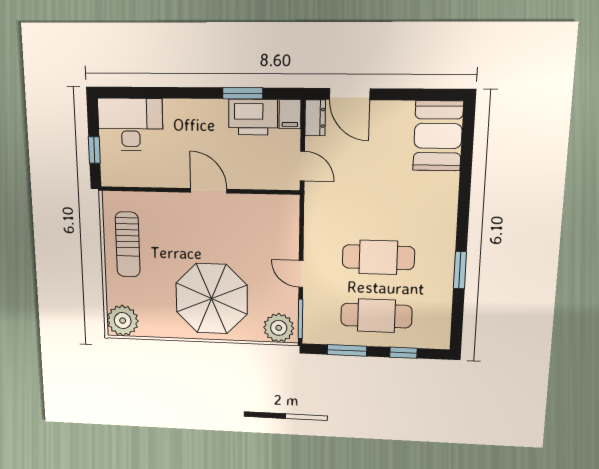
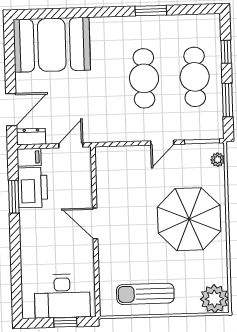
desk: (130, 125) -> (62, 296), moved, turned -90
booth: (438, 136) -> (52, 45), width x1.36, depth x1.42
door: (209, 191) -> (95, 223), hinge flipped
sun lounger: (128, 244) -> (145, 294), turned 180
plant: (279, 328) -> (218, 160), width x0.53, depth x0.53

